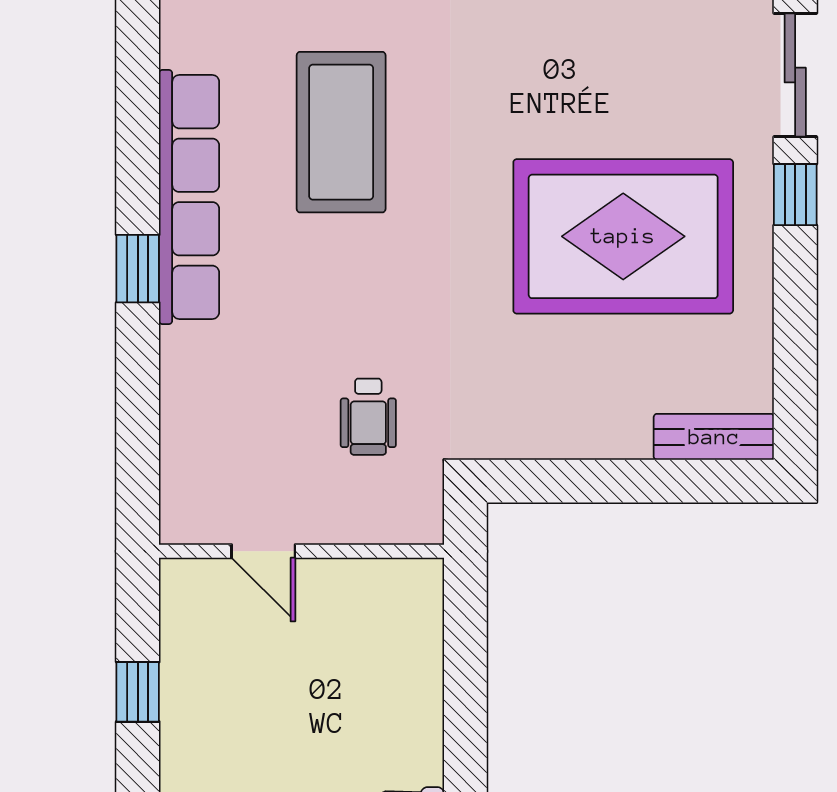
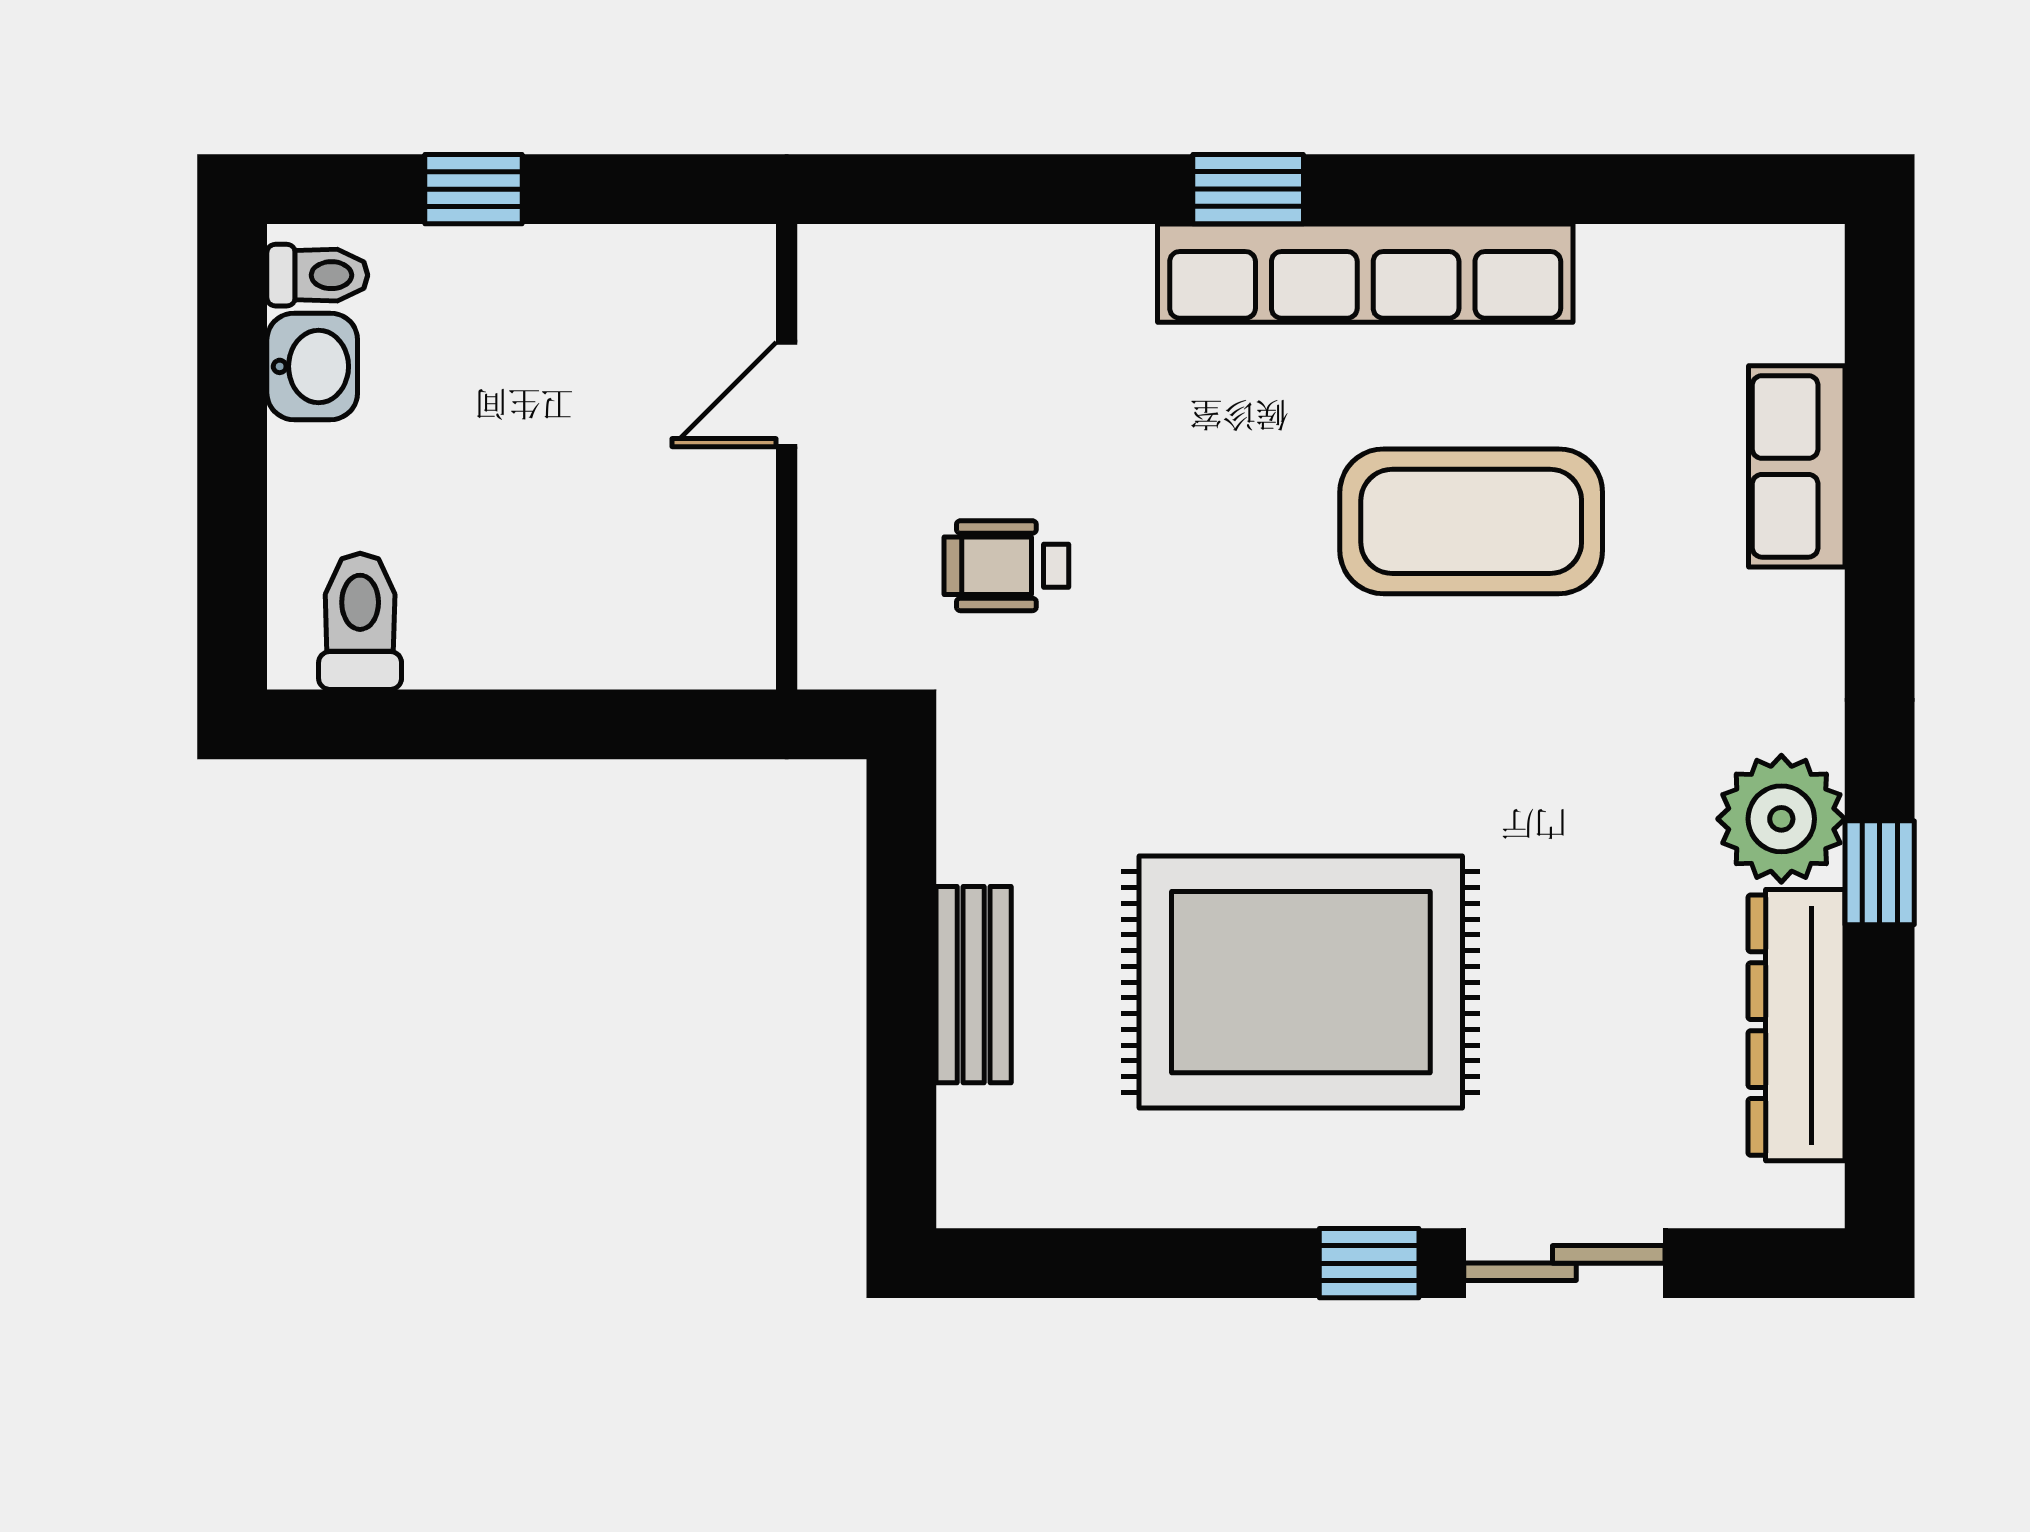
rug: (623, 236) -> (1301, 982), turned 90
bench: (714, 437) -> (974, 985), moved
window: (138, 692) -> (473, 189), moved

